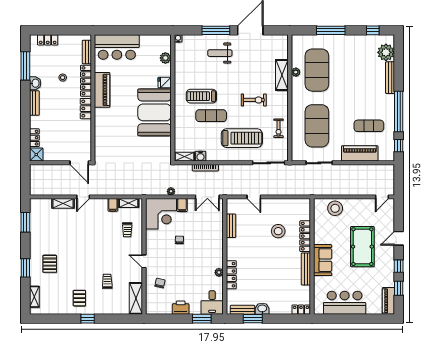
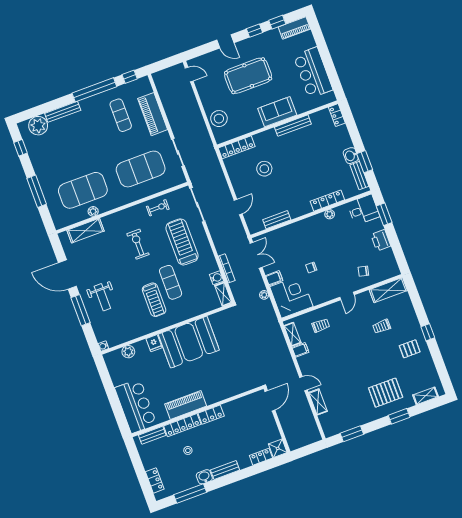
shelving: (282, 75) -> (86, 231), moved
locker: (305, 236) -> (237, 147), moved
pallet: (50, 264) -> (386, 393), width x1.50, depth x1.42

